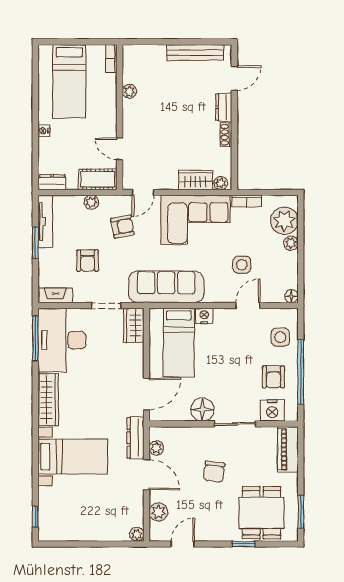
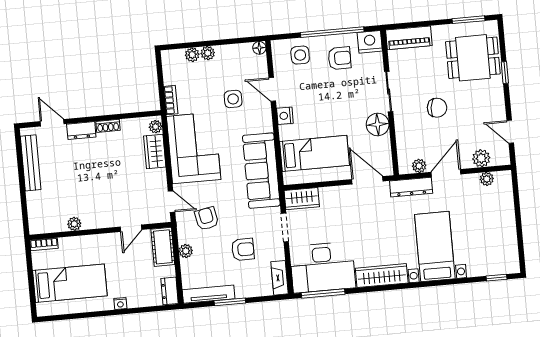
plant: (284, 221) -> (192, 55), width x0.53, depth x0.53
nightstand: (204, 316) -> (285, 116), moved
nightstand: (272, 410) -> (370, 42), moved, turned -90
plant: (137, 534) -> (487, 179), moved

